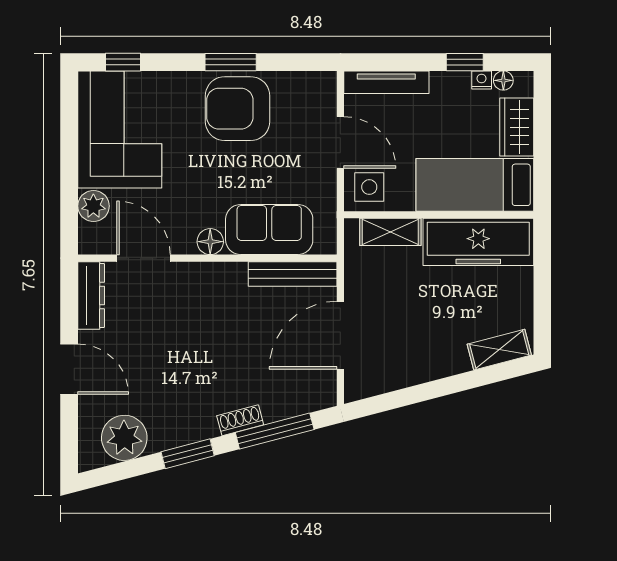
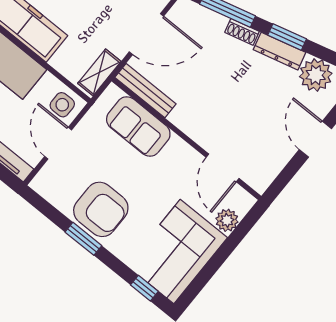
shelving: (390, 232) -> (99, 72), moved, turned 90
floor lamp: (210, 242) -> (177, 147), removed
dresser: (91, 295) -> (279, 51), moved, turned -105

